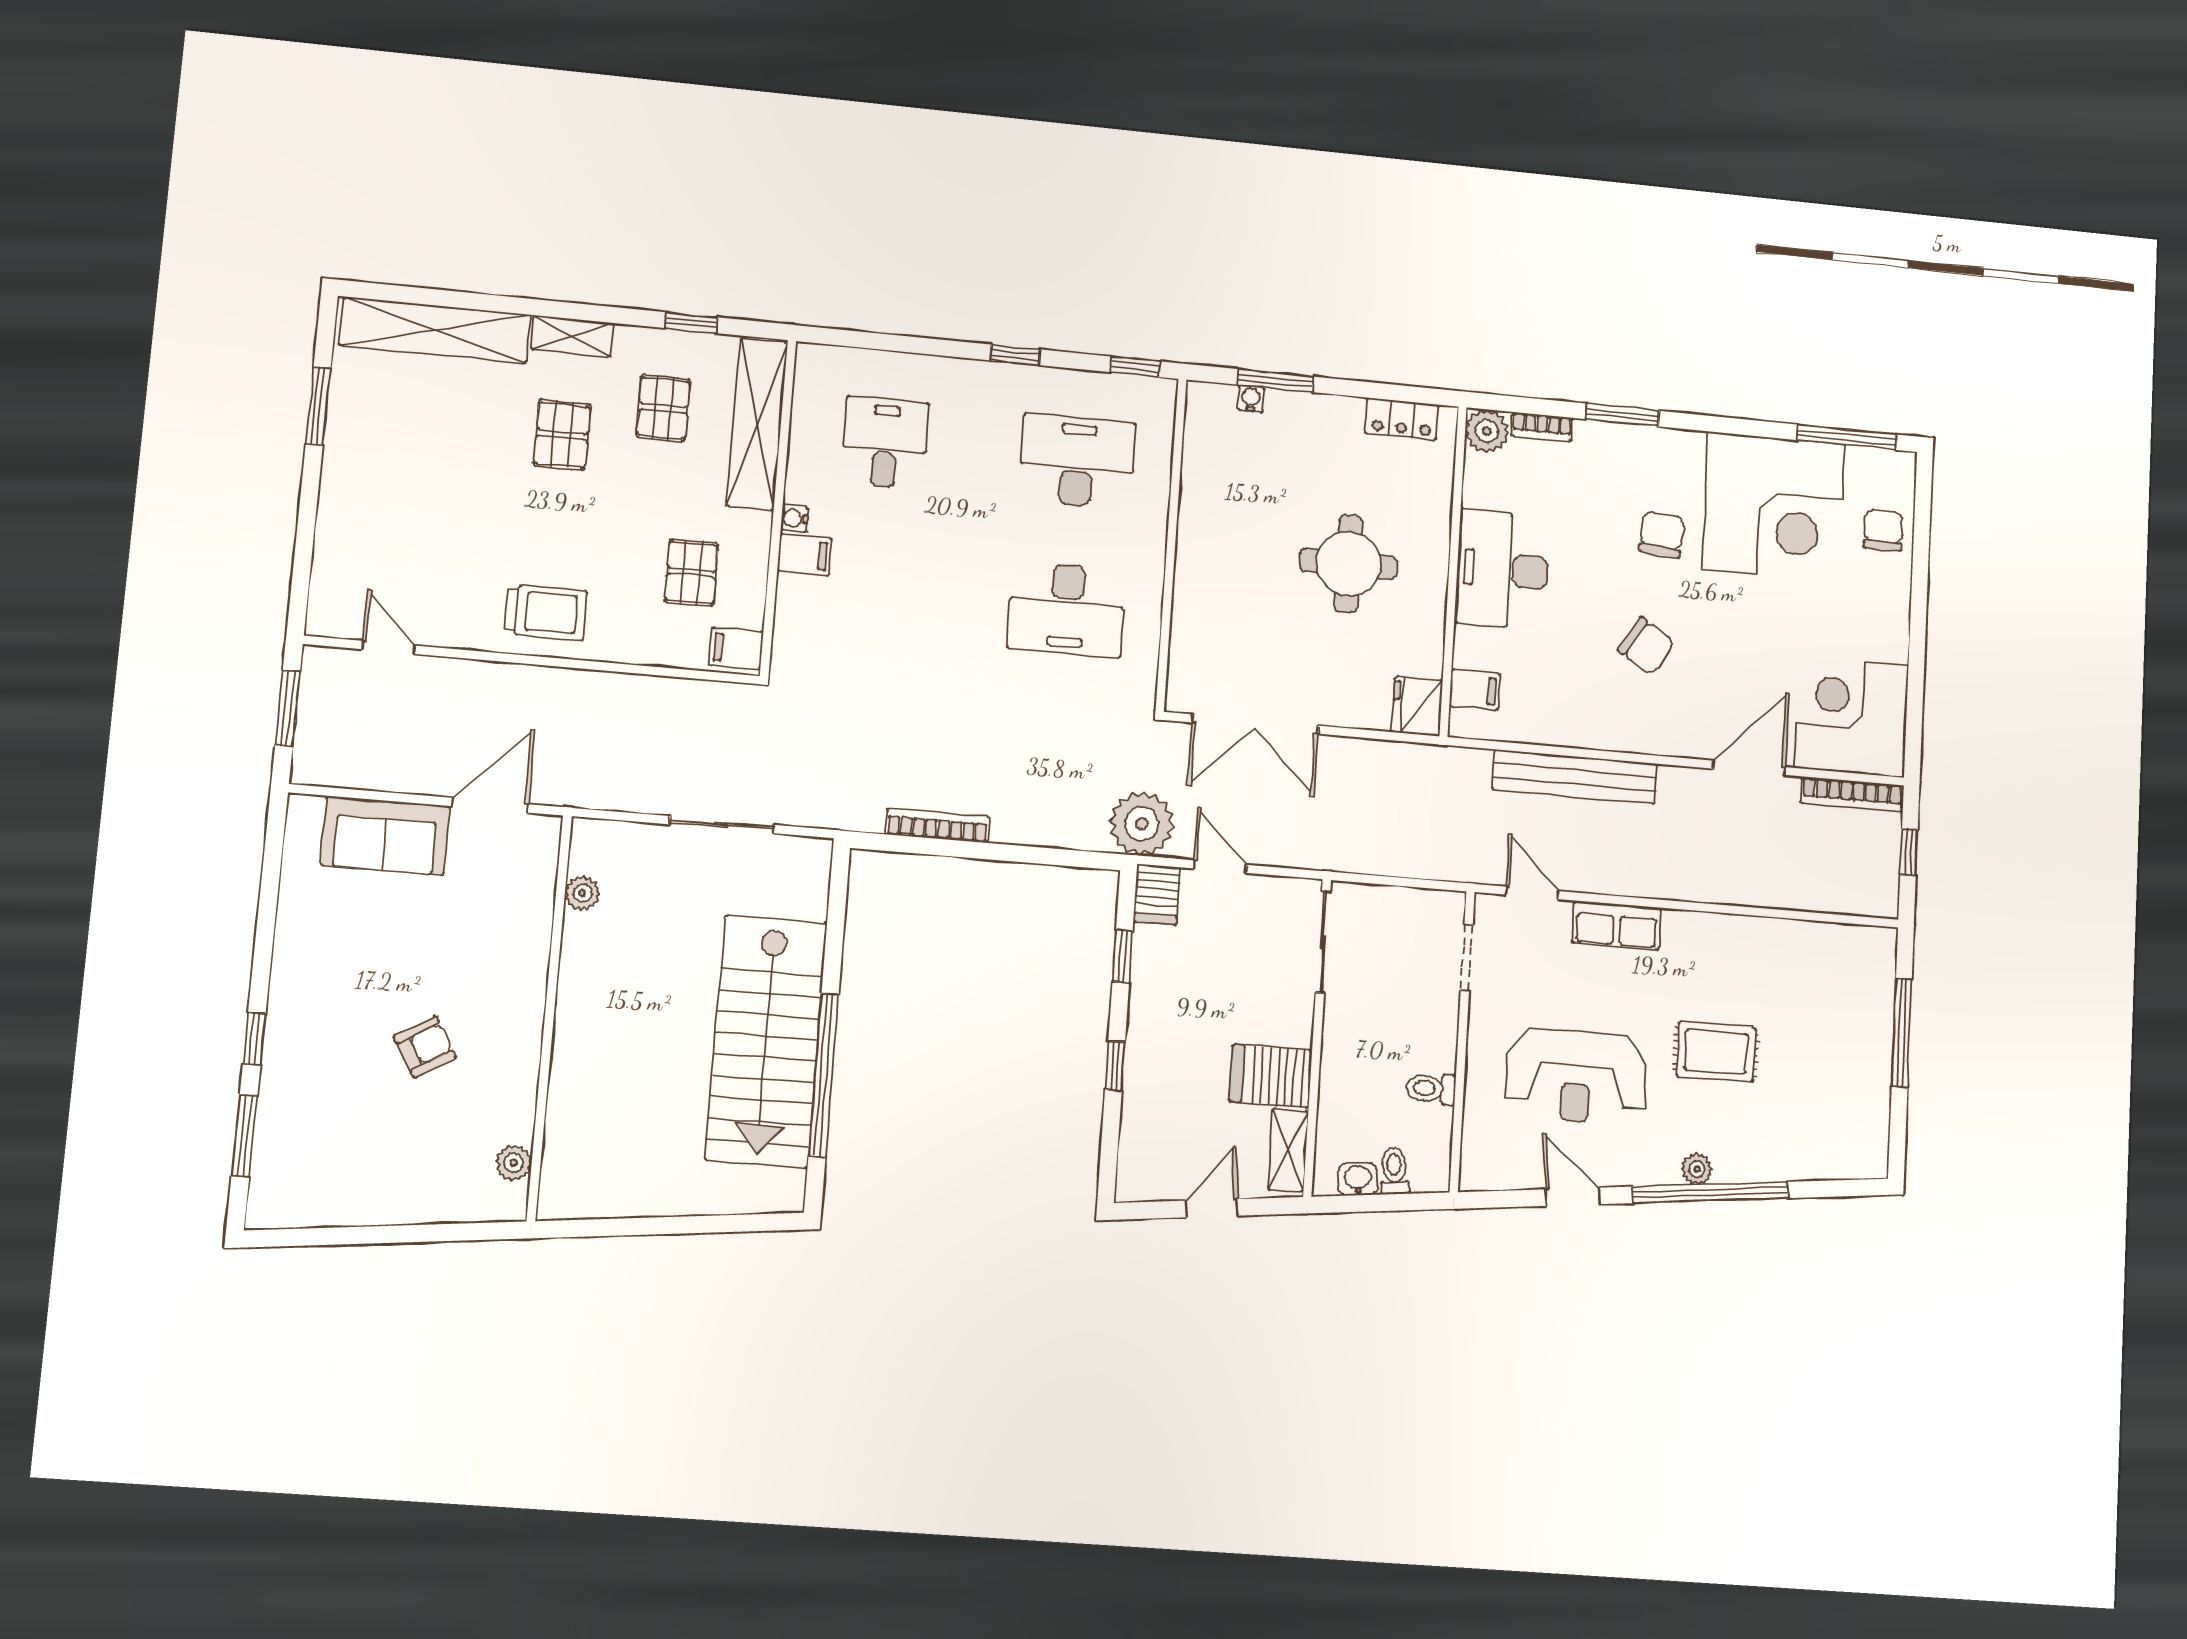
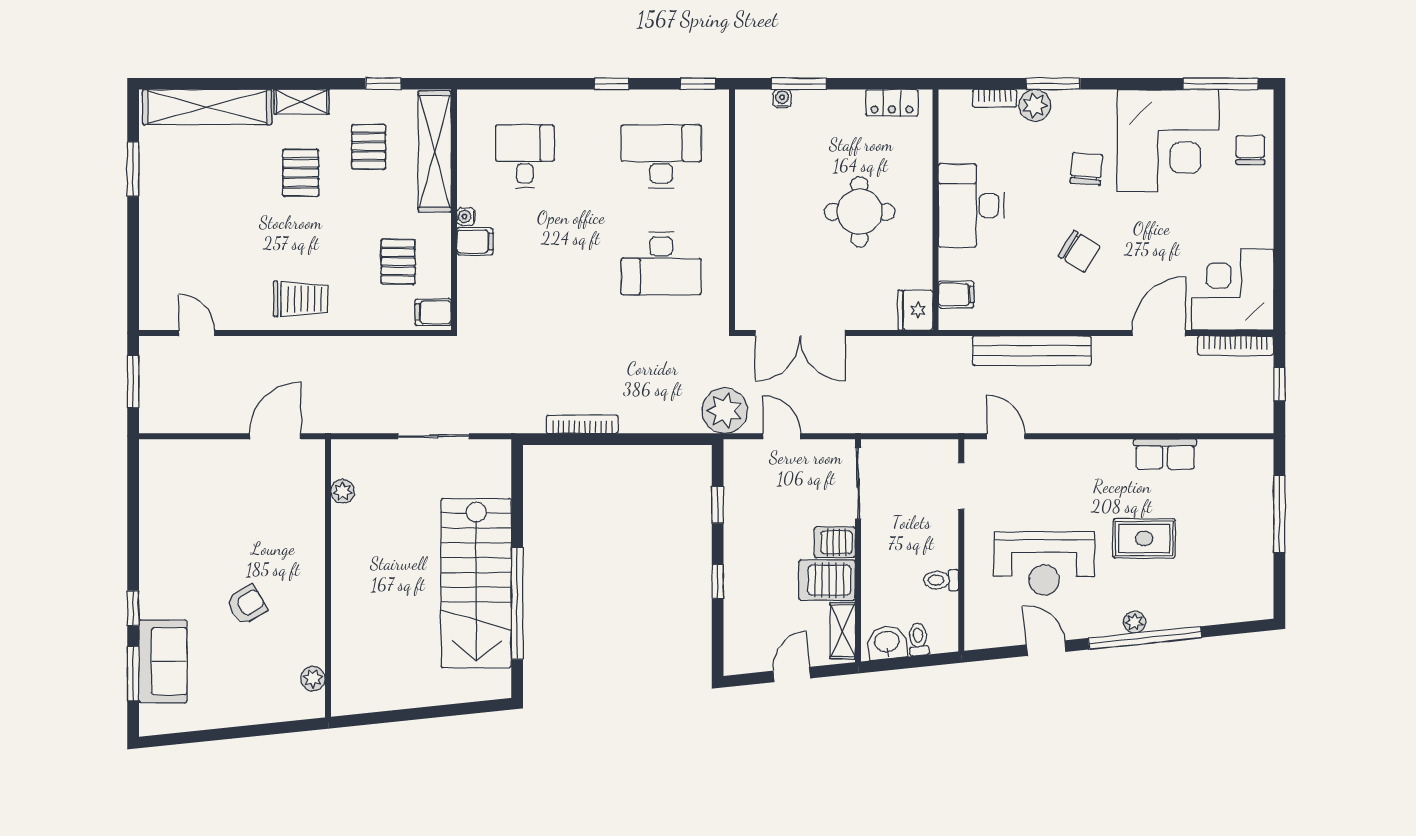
plant: (1487, 431) -> (1035, 105), moved
sofa: (385, 836) -> (163, 661), moved, turned -90
server rack: (1157, 894) -> (835, 542), moved, turned 90
row of seats: (1617, 925) -> (1165, 454), moved
washbasin: (1358, 1179) -> (887, 642), width x1.38, depth x1.45

